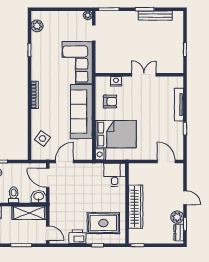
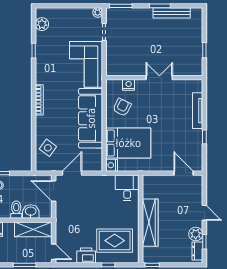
armchair: (110, 102) -> (122, 107), turned -64
washbasin: (39, 197) -> (31, 212), moved

